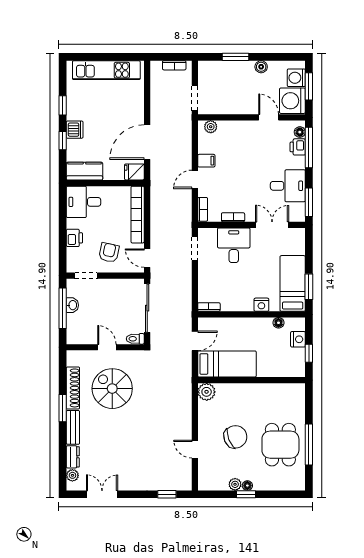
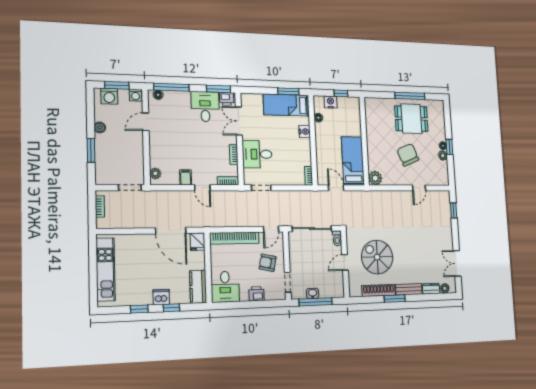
washing machine: (292, 101) -> (136, 95), width x0.53, depth x0.53
printer: (298, 147) -> (227, 99), moved
spiral stairs: (112, 389) -> (377, 257), turned 90

